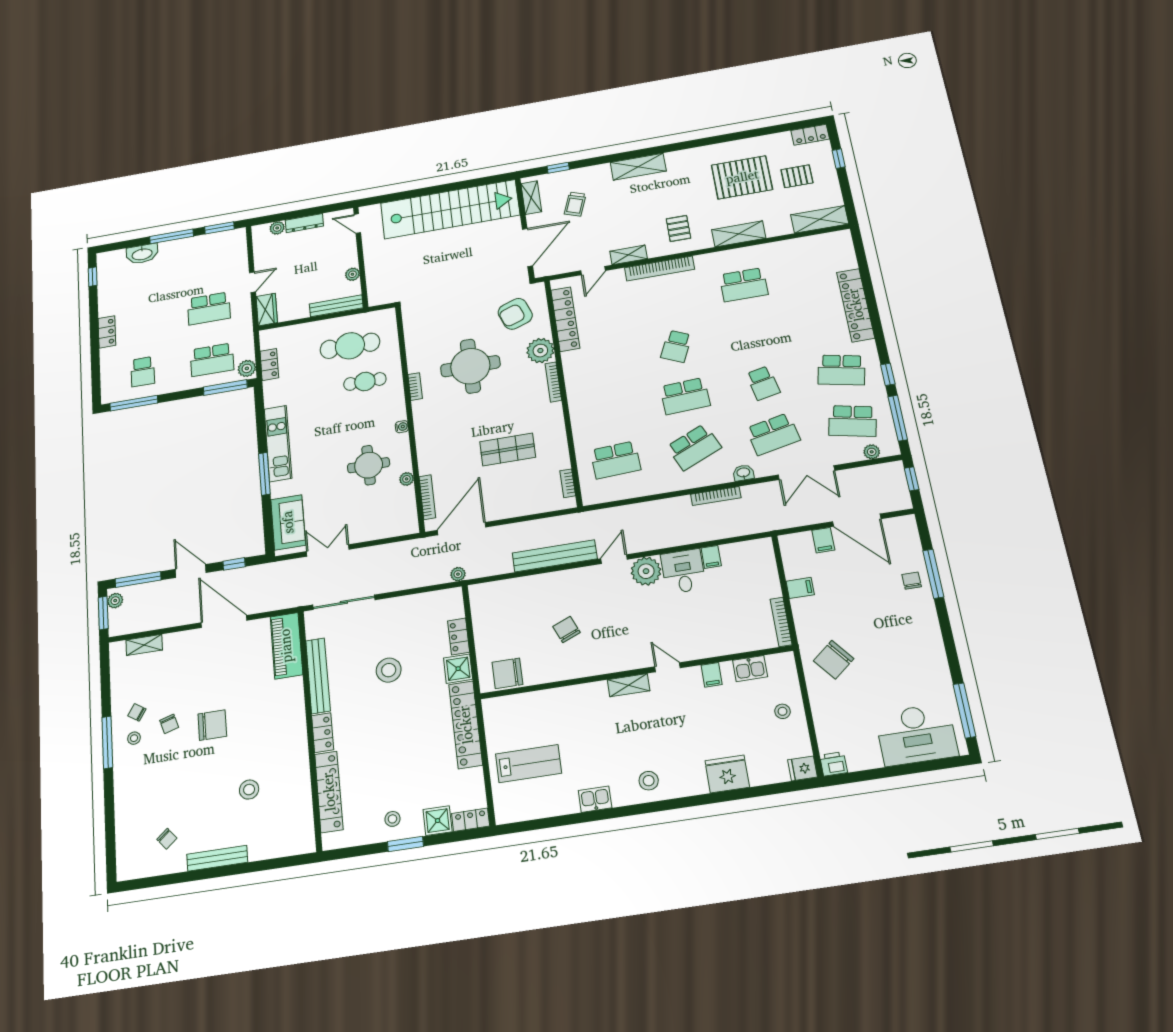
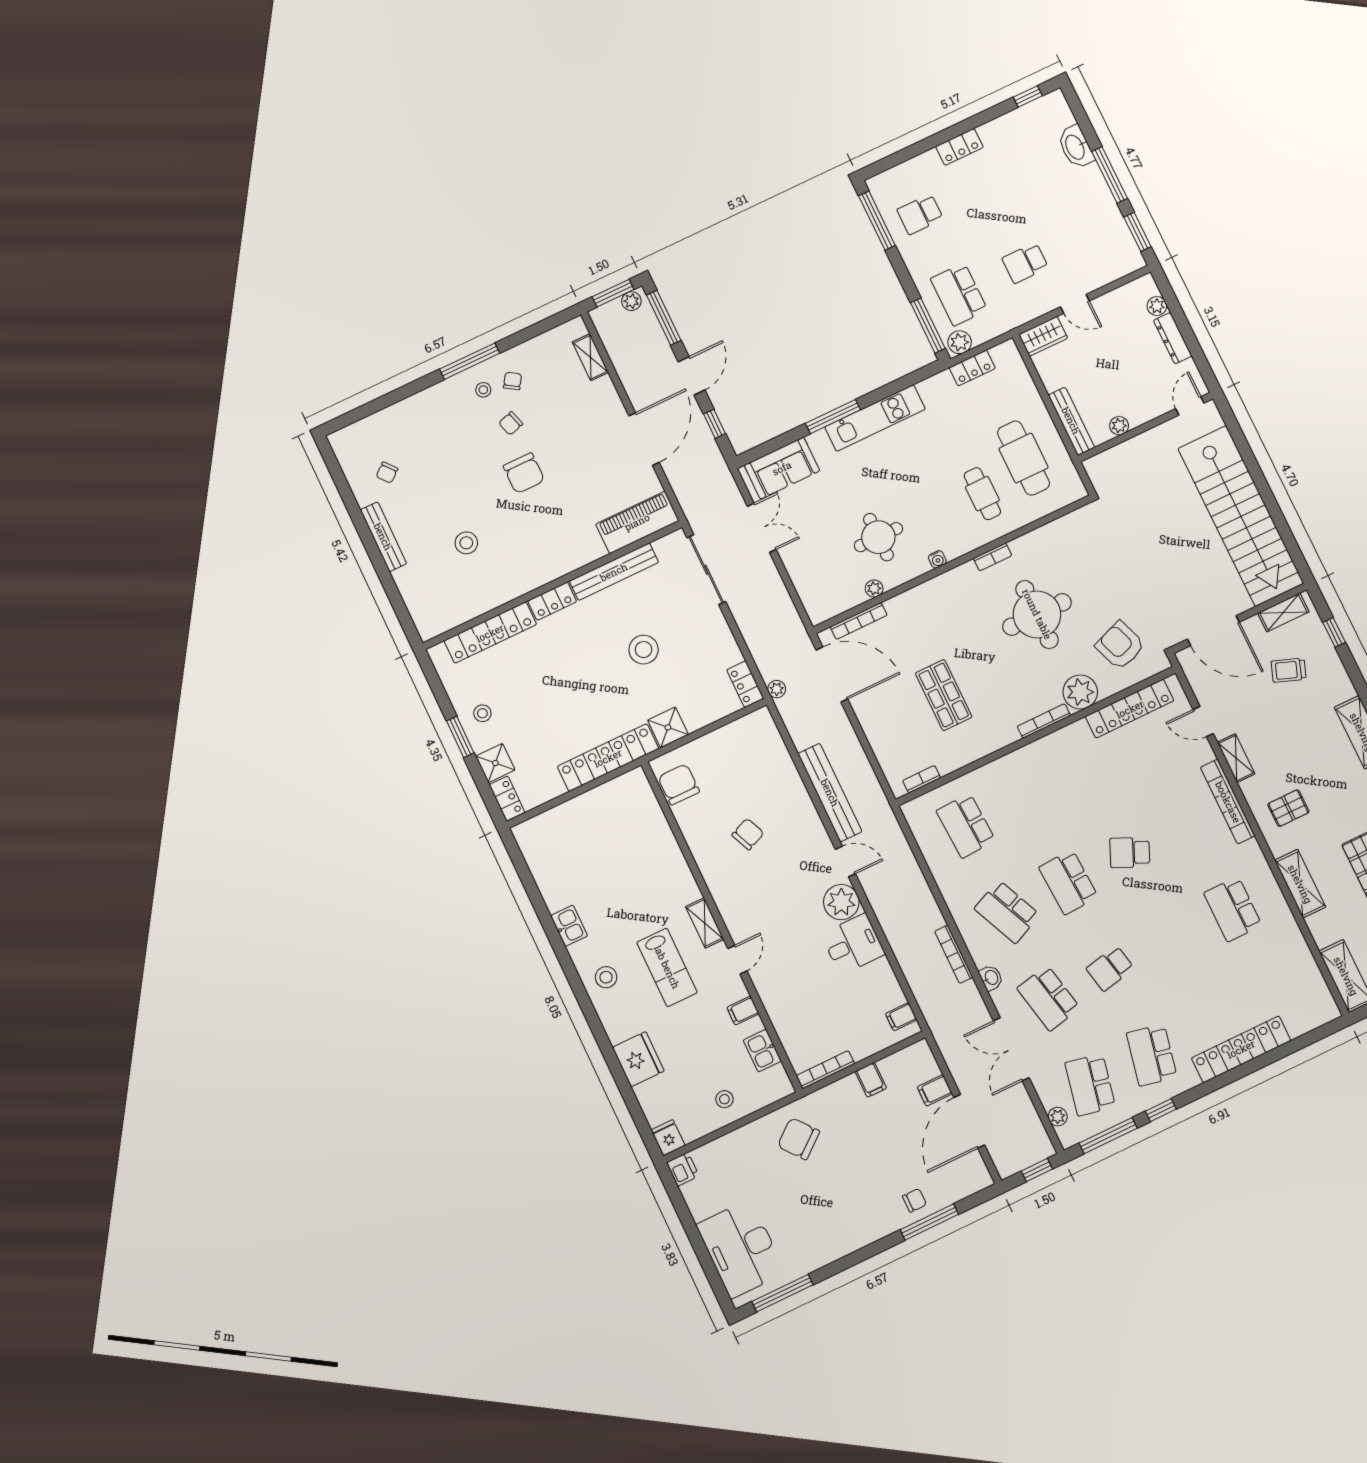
school desk: (209, 308) -> (1025, 263), width x0.54
filing cabinet: (711, 557) -> (901, 1017), moved
locker: (459, 636) -> (745, 684), moved, turned -90
lab bench: (529, 764) -> (667, 967), moved

